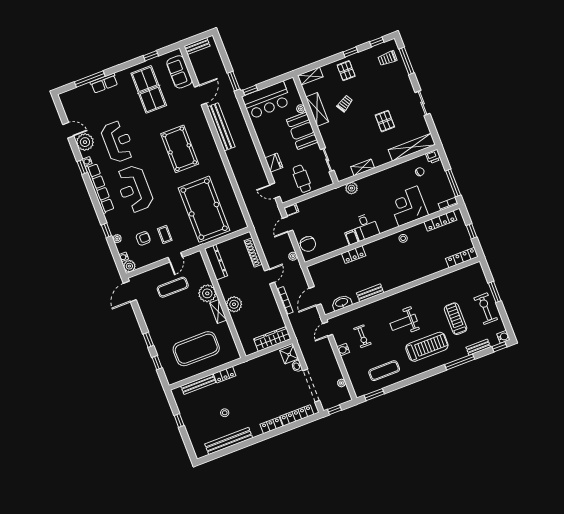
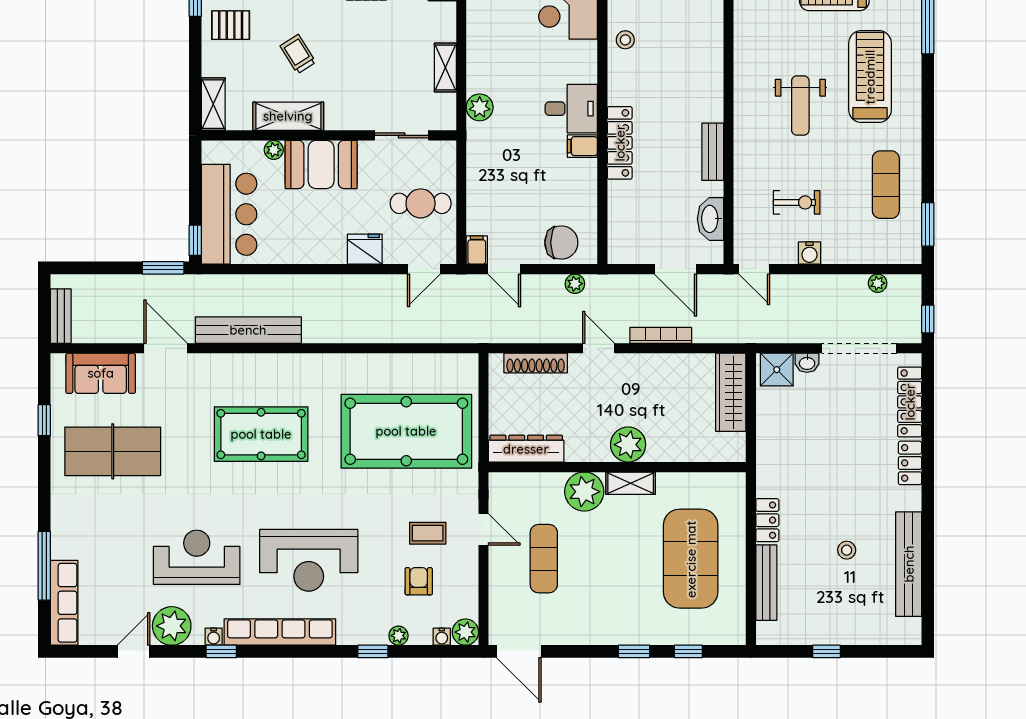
row of seats: (104, 83) -> (64, 603), moved, width x1.48
locker: (354, 255) -> (620, 143), width x1.53

